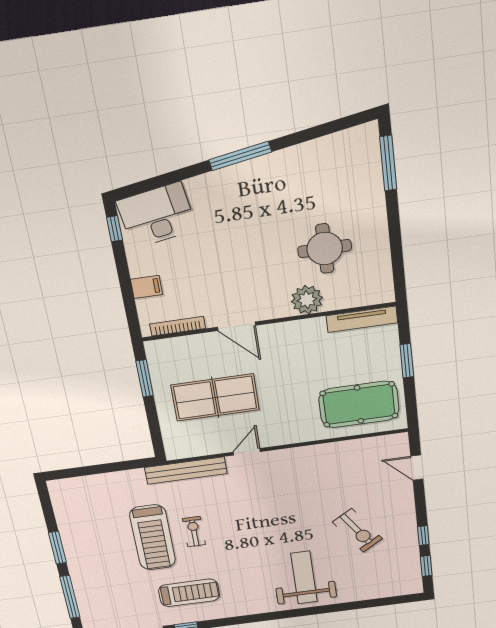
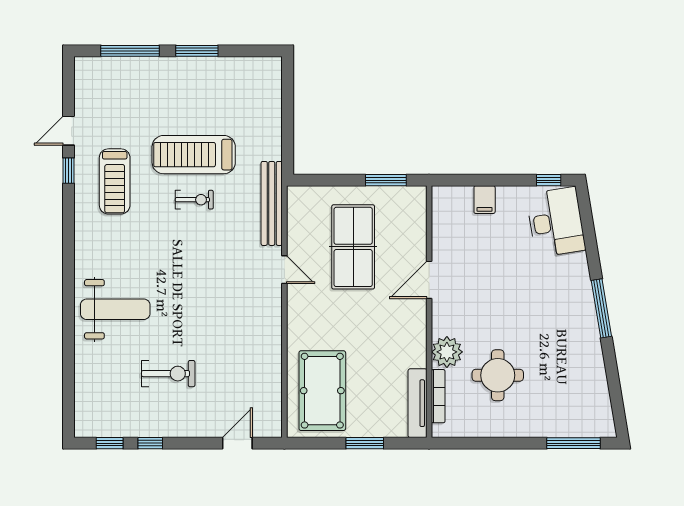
bookcase: (178, 326) -> (438, 396), moved
exercise bike: (357, 530) -> (168, 374), turned -147

